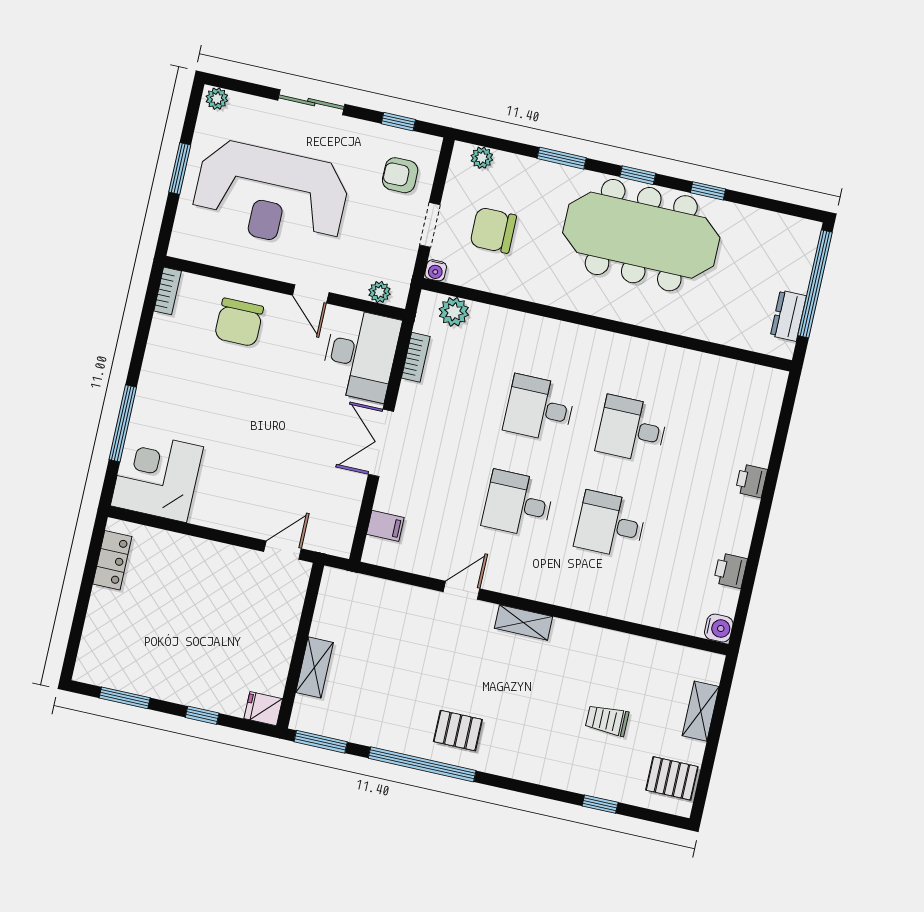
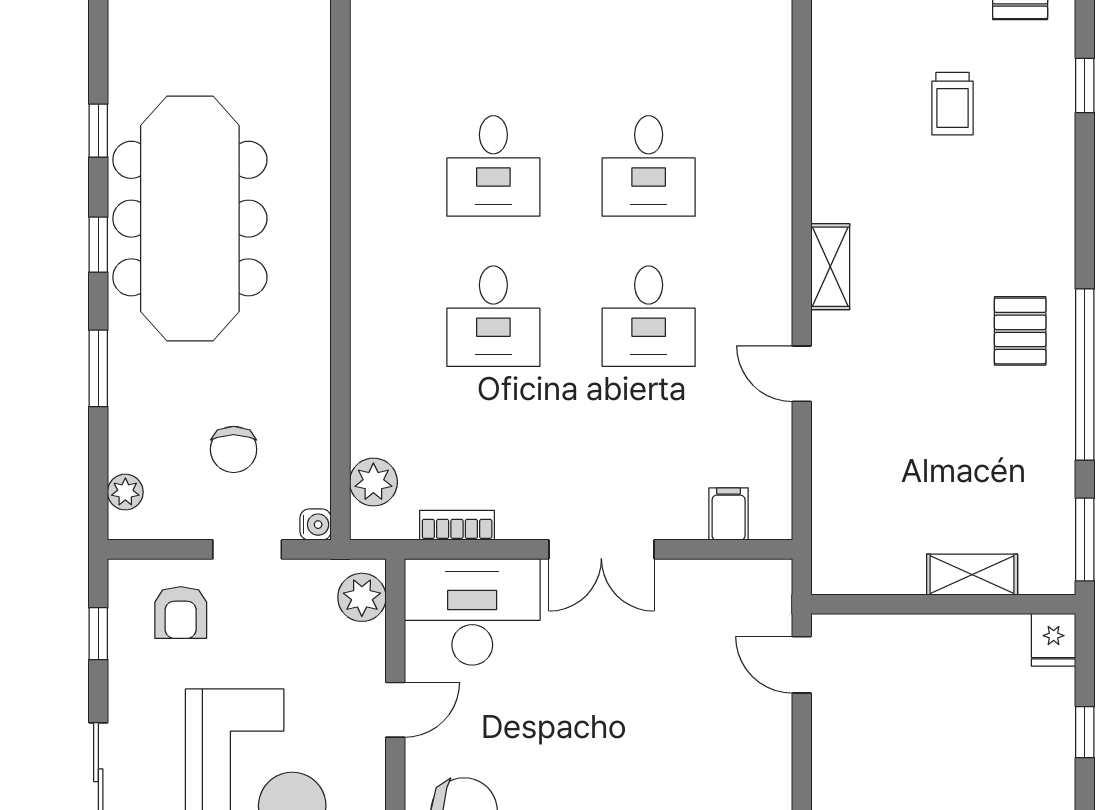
chair: (493, 230) -> (234, 449), width x0.73, depth x0.73
plant: (380, 292) -> (362, 597), width x1.38, depth x1.38

